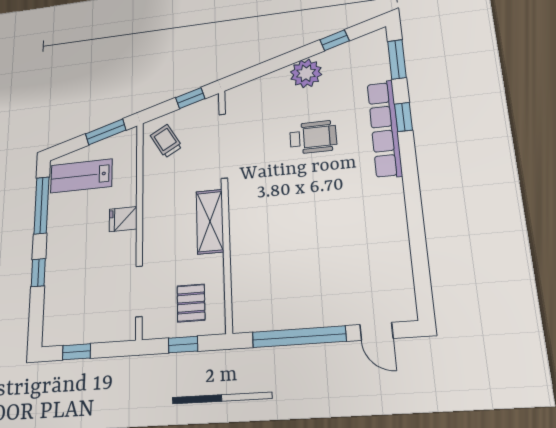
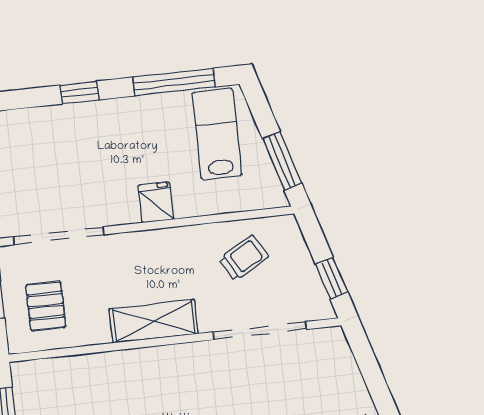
trolley: (166, 141) -> (244, 258), moved
doorway: (139, 291) -> (59, 236), width x1.36
pallet: (191, 303) -> (46, 306), turned 90

